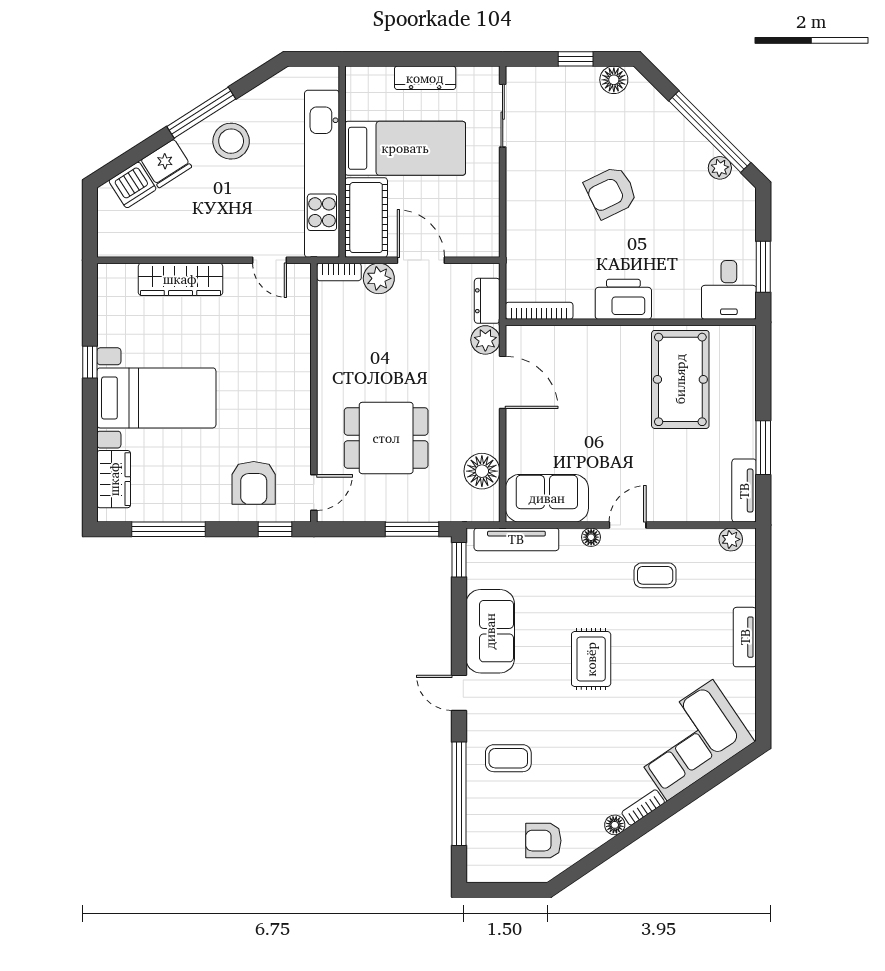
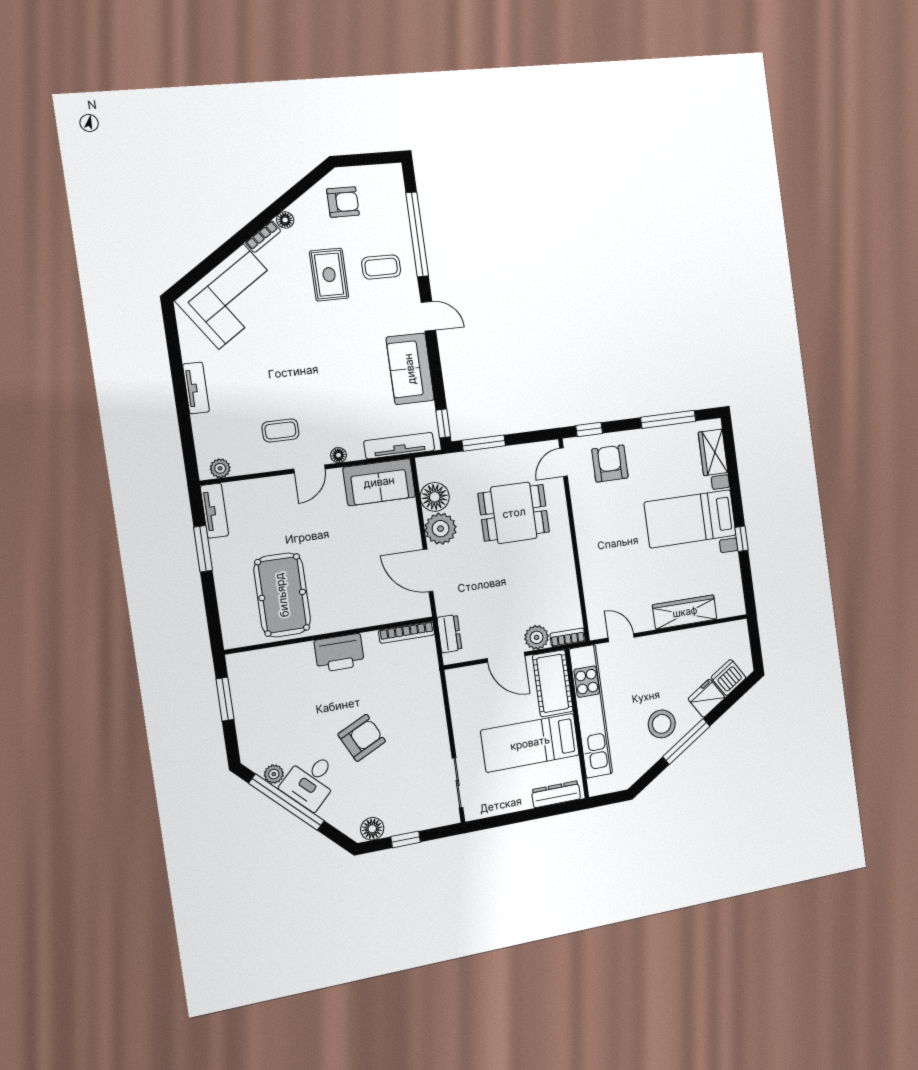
dresser: (425, 78) -> (556, 794), moved
desk: (729, 290) -> (311, 781), moved, turned -135
plant: (485, 340) -> (441, 529), moved, width x1.36, depth x1.36
rug: (591, 659) -> (329, 275), moved

